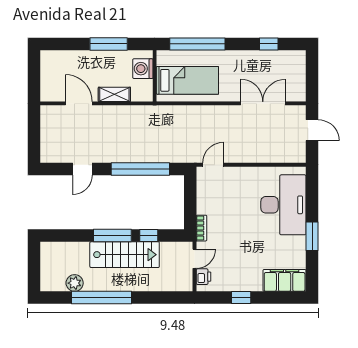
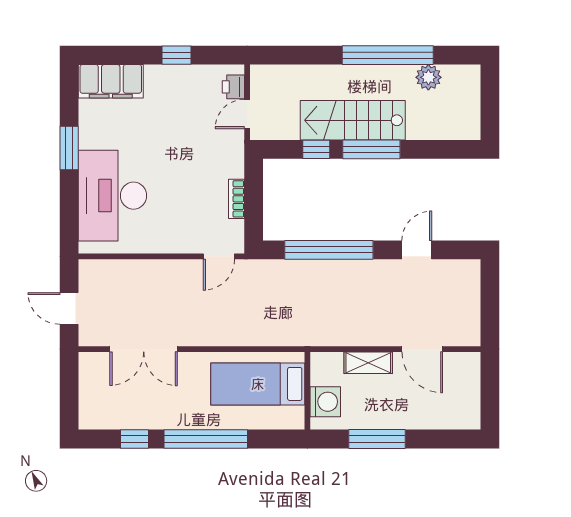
window: (197, 44) -> (206, 439), moved
bookcase: (202, 228) -> (236, 199), moved

